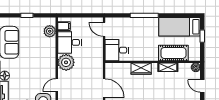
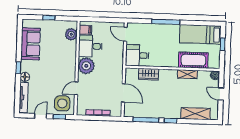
wardrobe: (141, 69) -> (148, 74), moved

